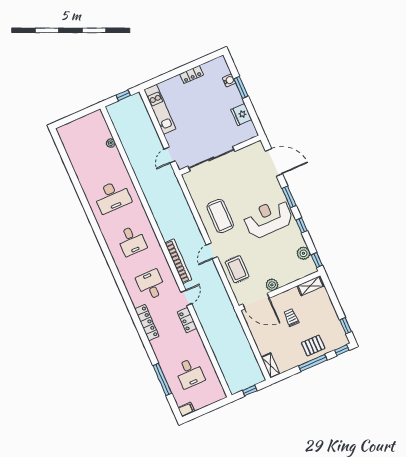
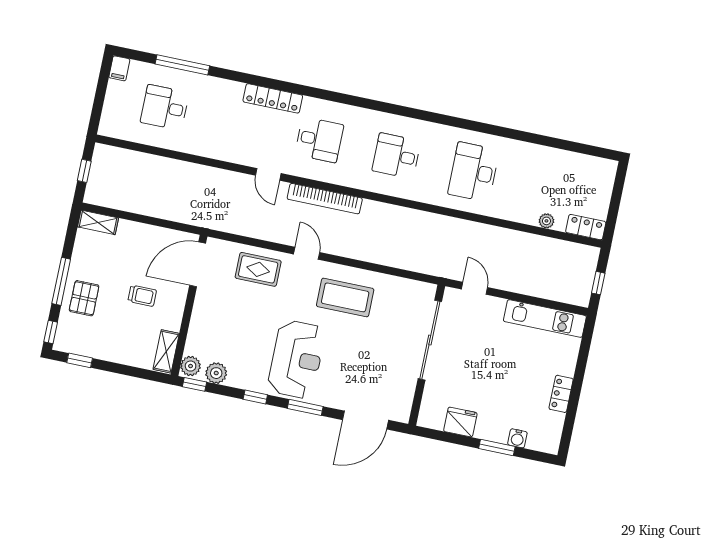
plant: (272, 285) -> (191, 366), moved
locker: (187, 320) -> (586, 227), moved

